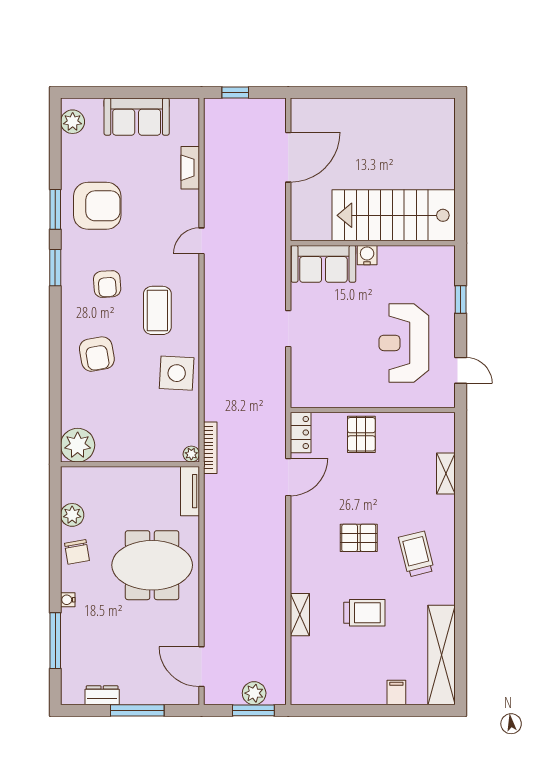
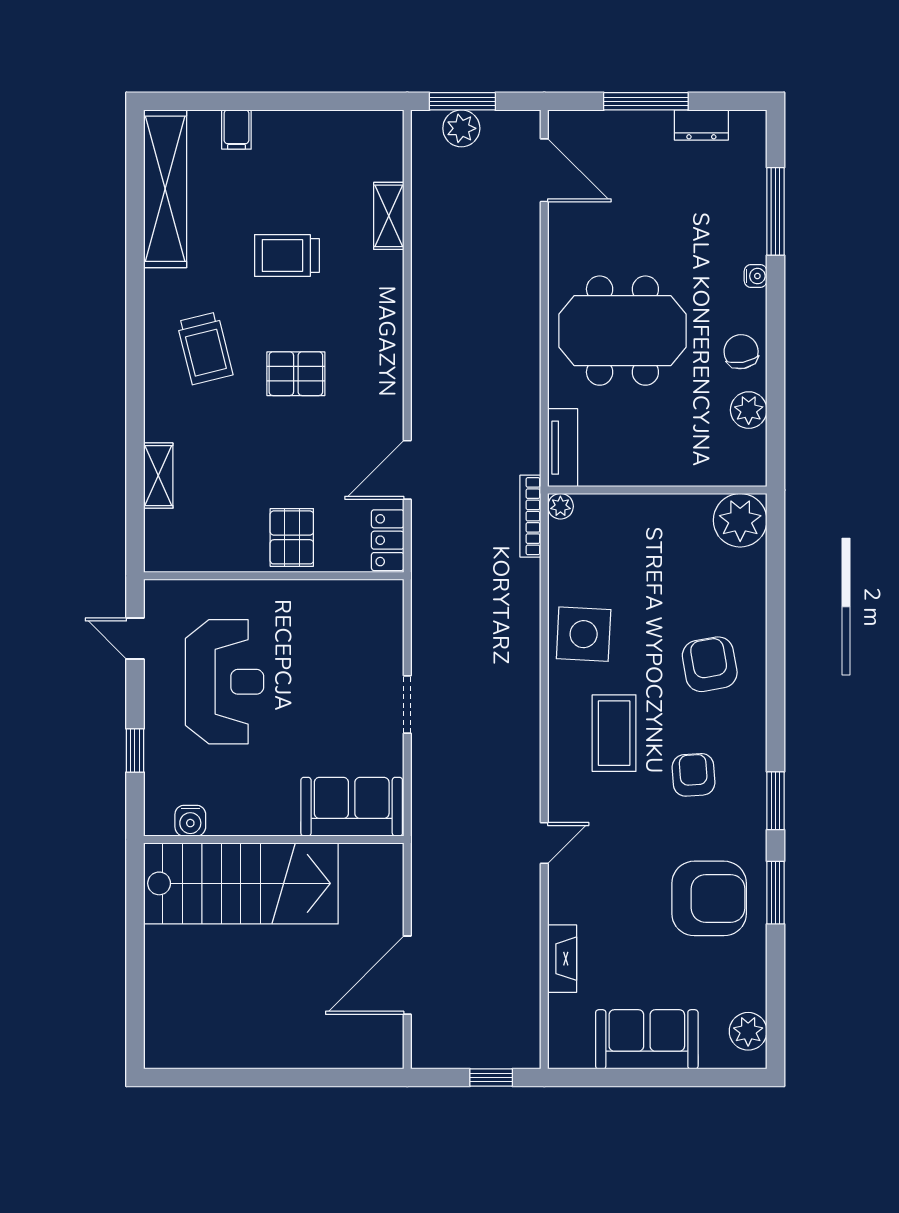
armchair: (97, 206) -> (709, 898), turned 180
water cooler: (367, 255) -> (190, 821), moved
shelving: (300, 615) -> (389, 216), moved

